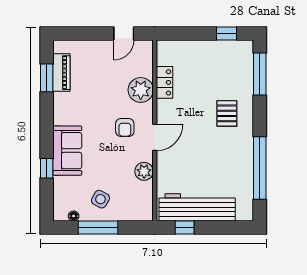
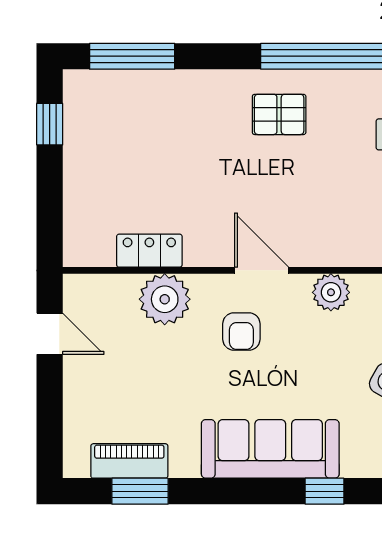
pallet: (227, 113) -> (279, 114), moved
armchair: (125, 127) -> (241, 332), turned 90
sofa: (67, 151) -> (270, 449), width x1.36

